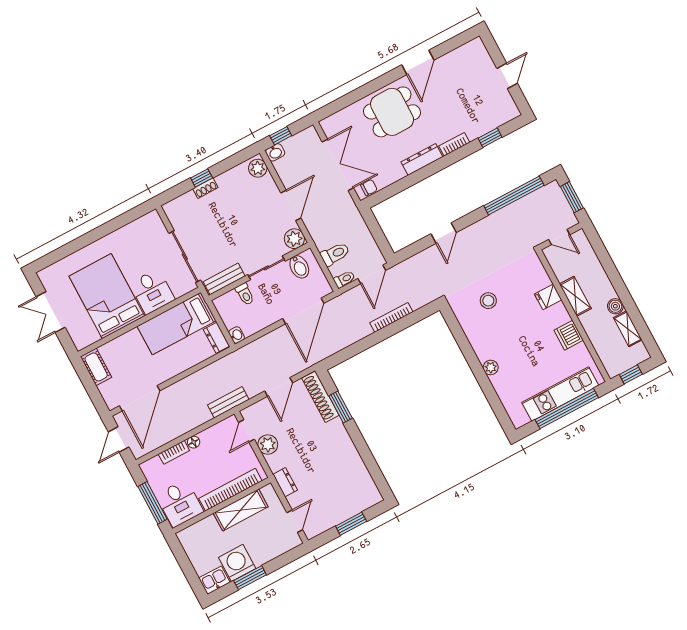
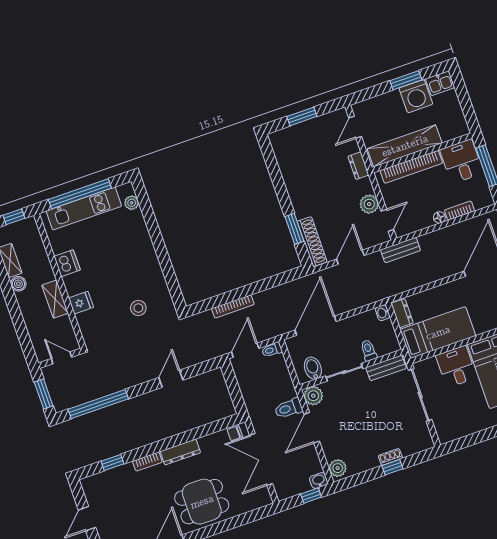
toilet: (335, 254) -> (288, 408), moved
plant: (491, 367) -> (132, 203), moved
shelving: (241, 510) -> (405, 146), width x1.47

